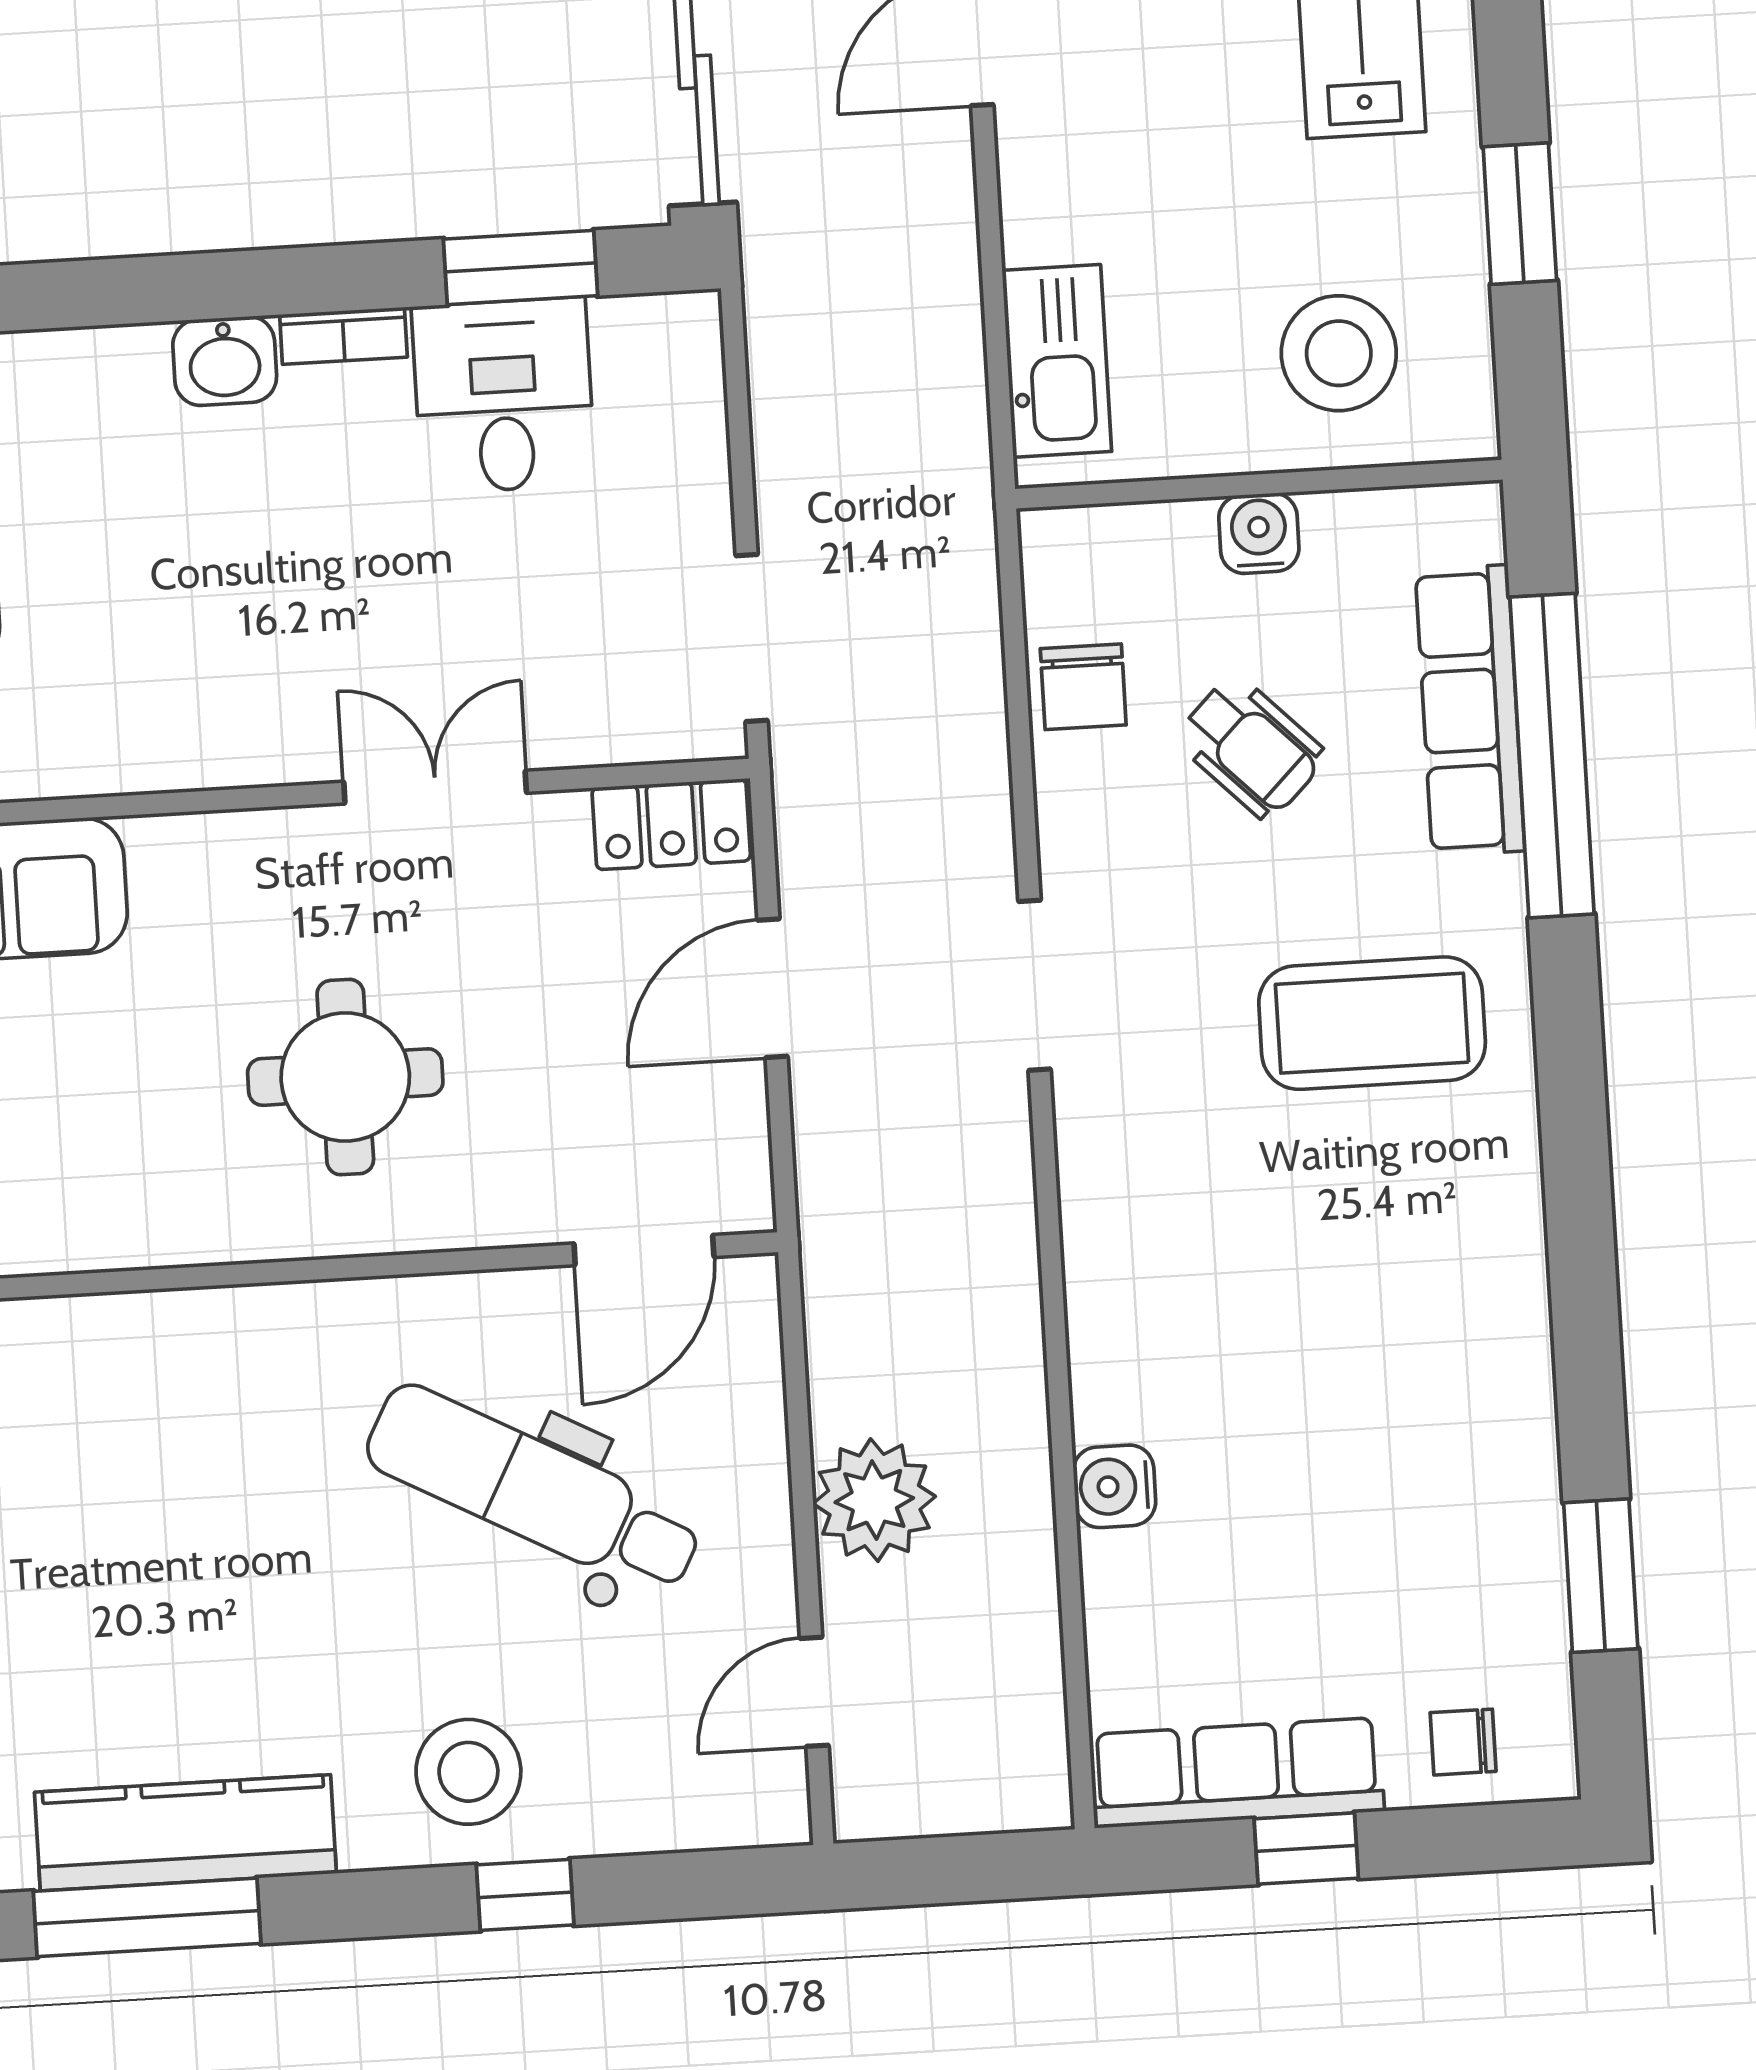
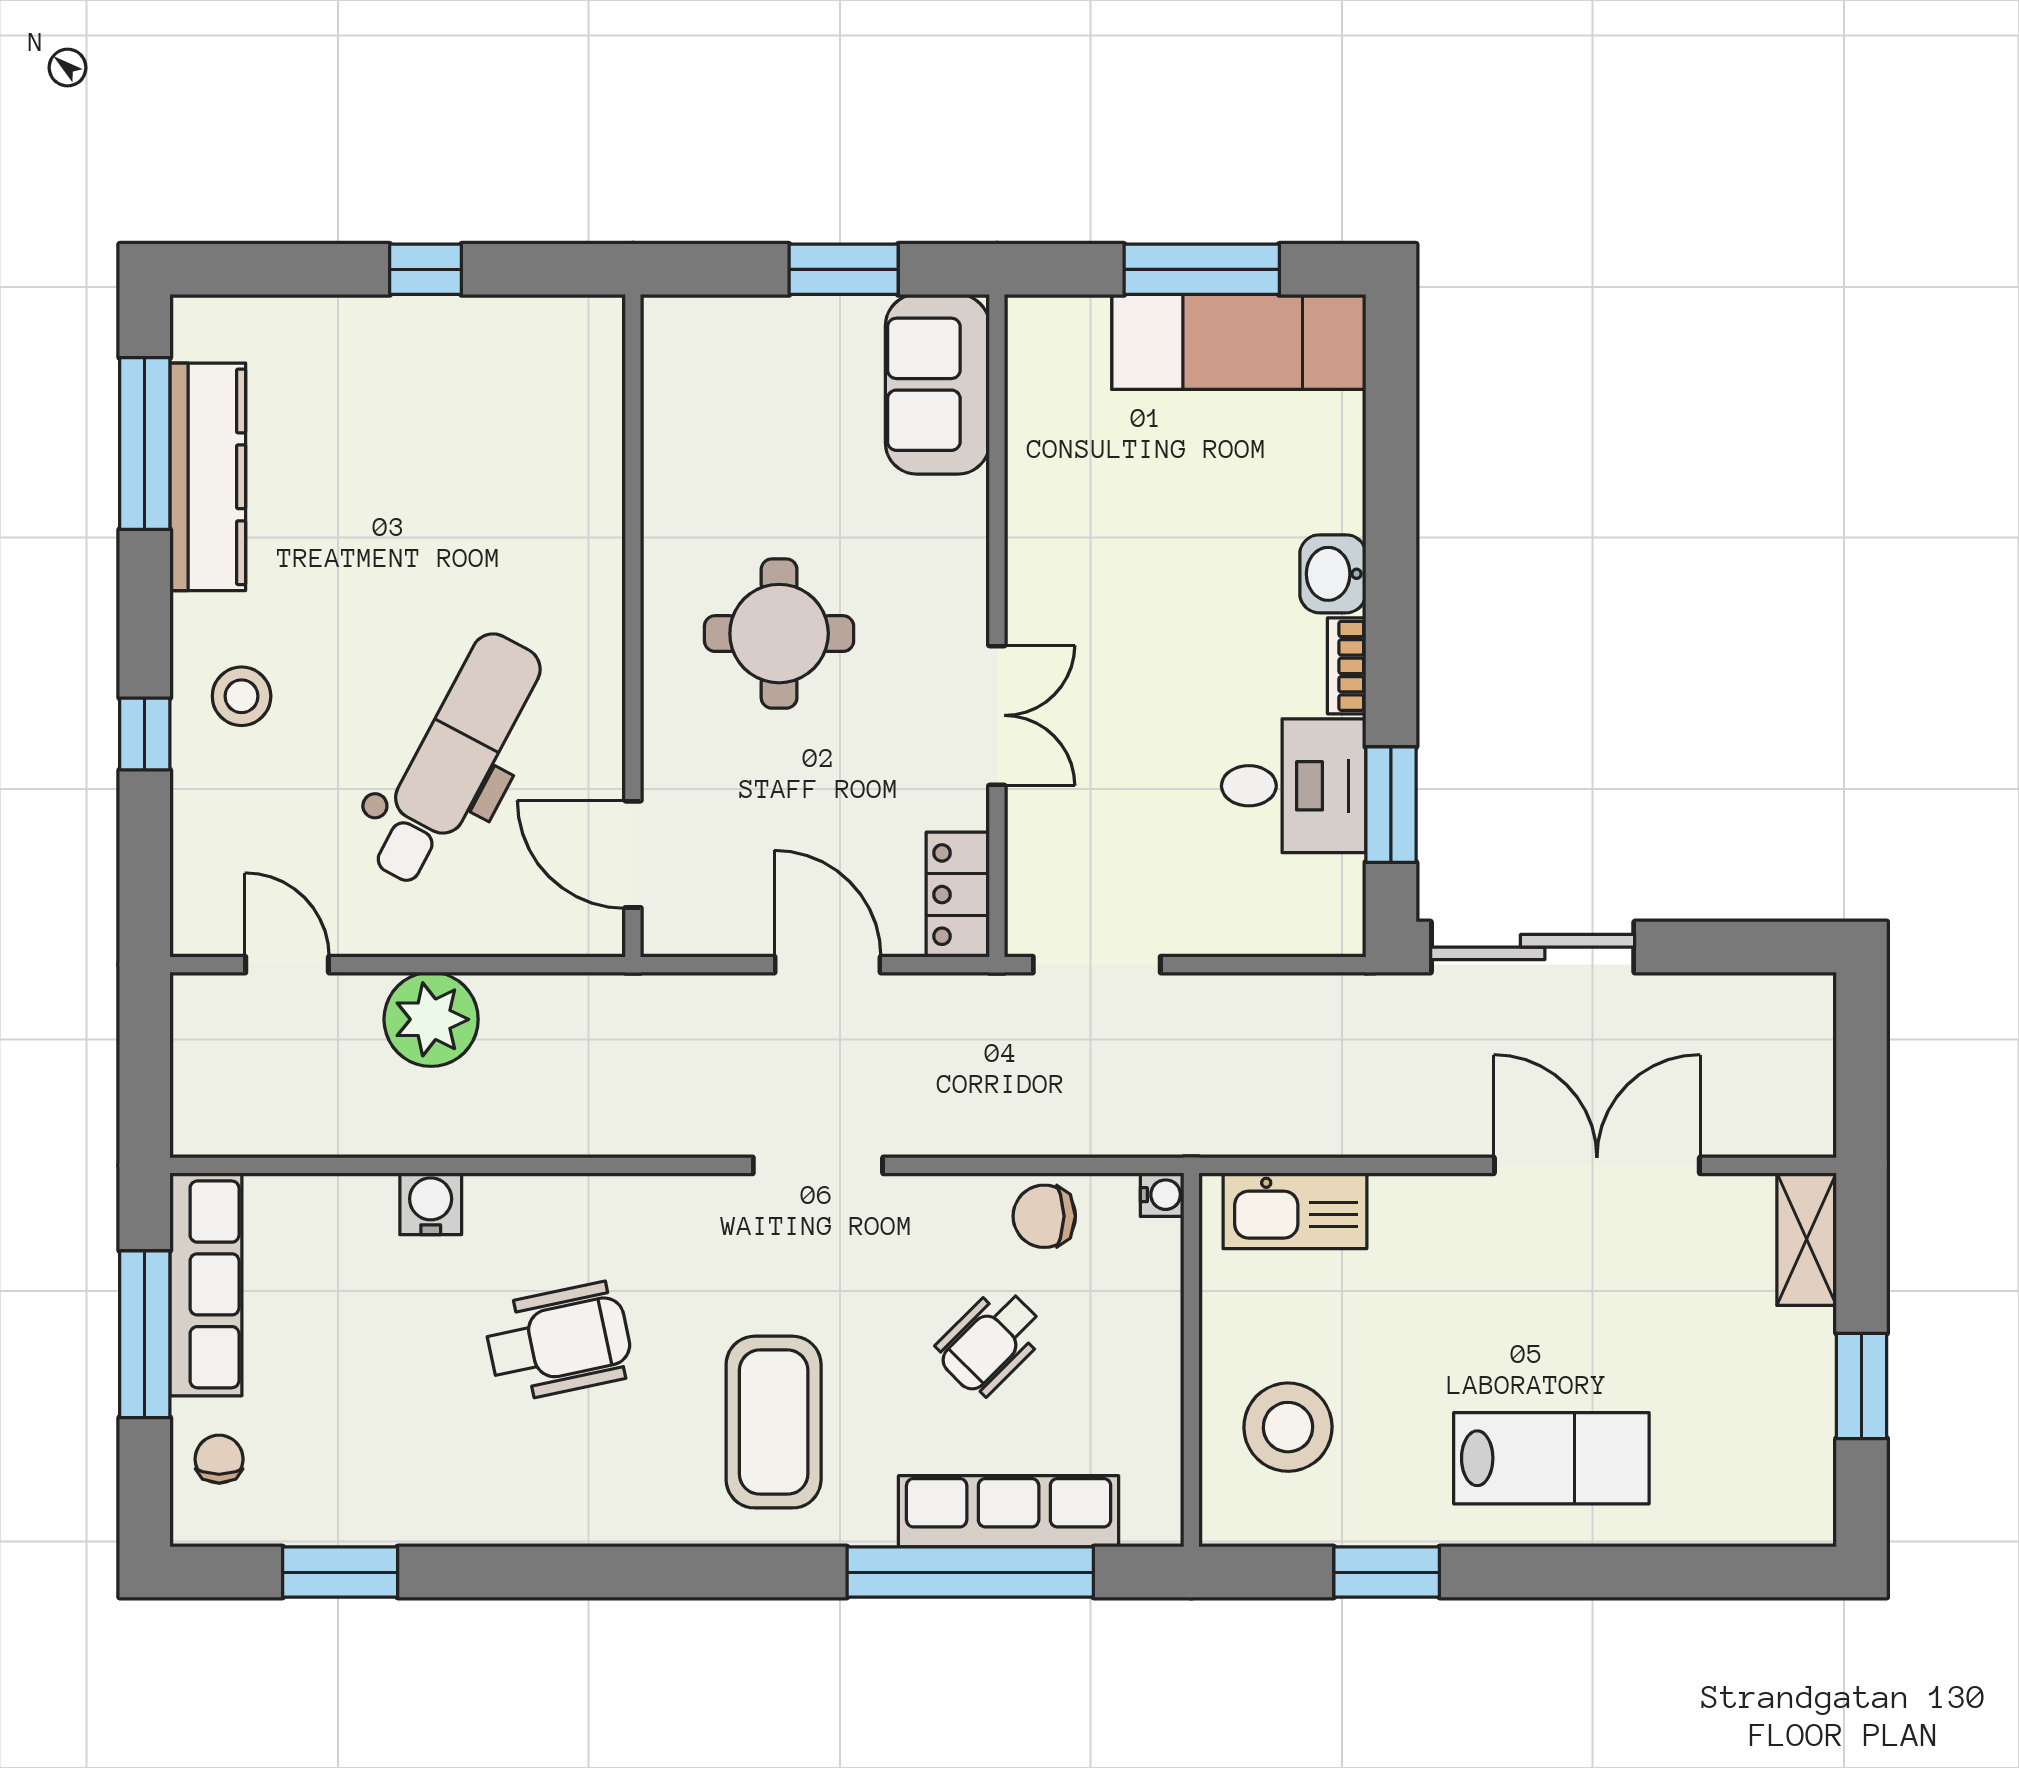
water cooler: (1259, 533) -> (1162, 1195), moved, width x0.72, depth x0.72
wheelchair: (1284, 1309) -> (559, 1342), added
stool: (468, 1772) -> (242, 696), width x0.73, depth x0.73
window: (1306, 1848) -> (145, 1334), width x2.17

